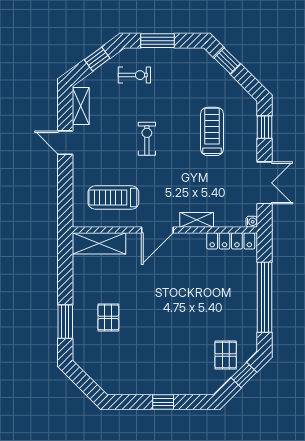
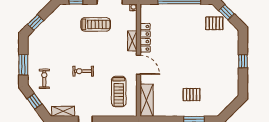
treadmill: (212, 131) -> (96, 24), moved, turned 180
locker: (231, 241) -> (145, 38), moved

